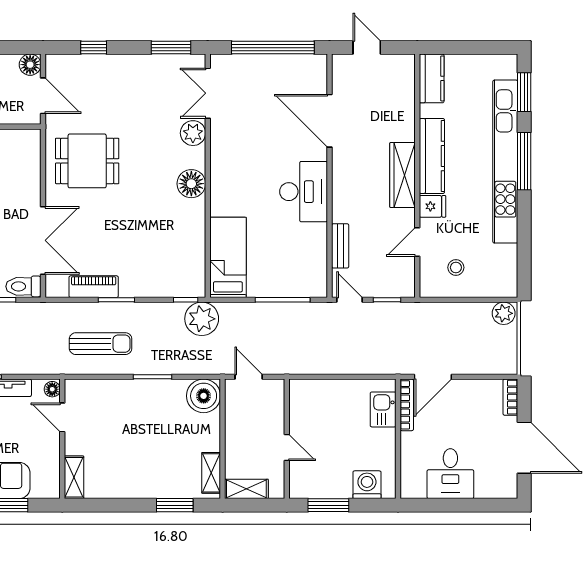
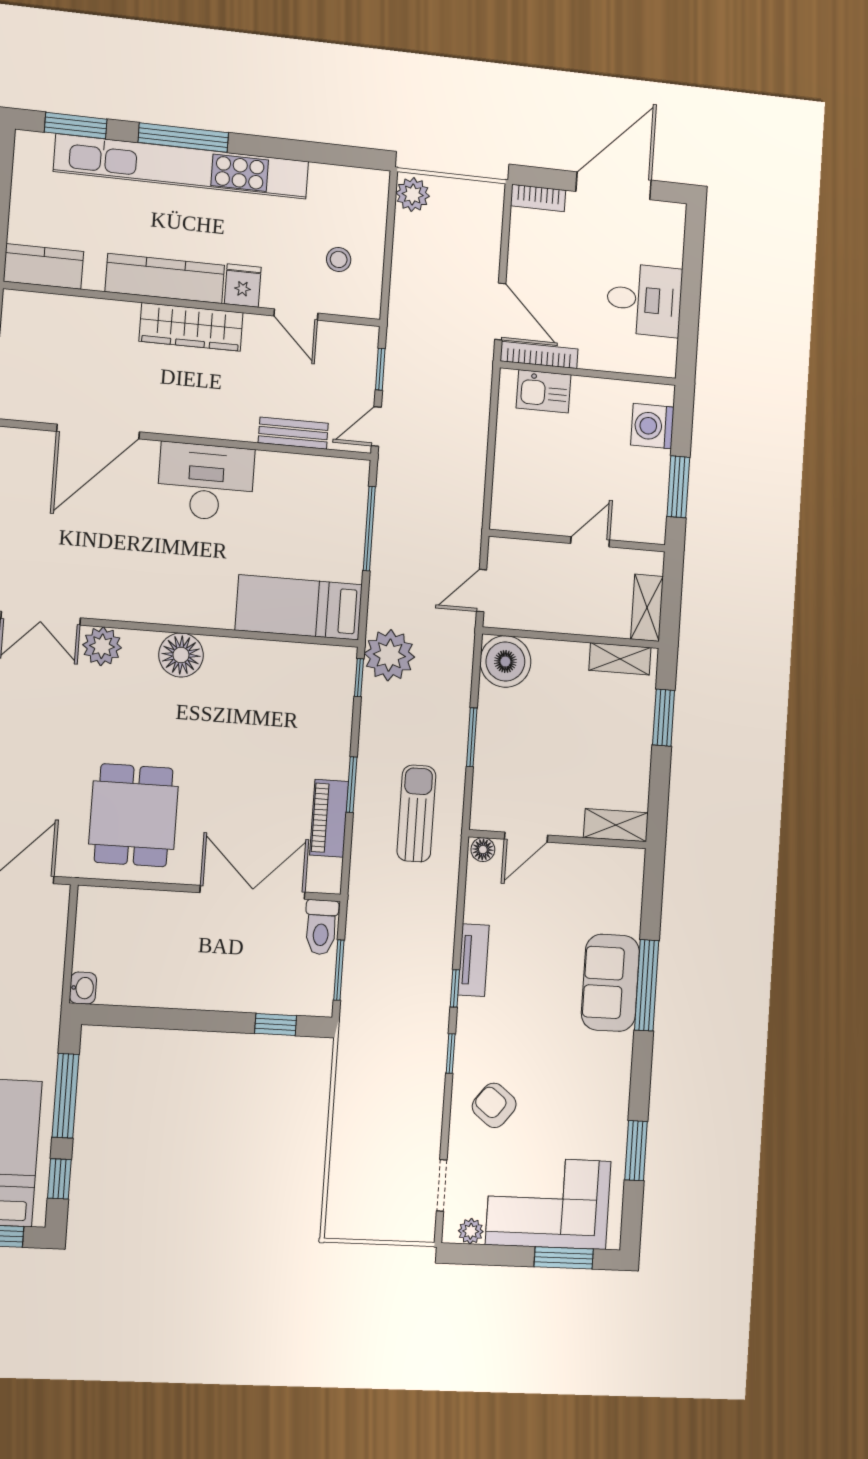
floor lamp: (52, 389) -> (483, 850), moved
door: (62, 417) -> (526, 837), moved
wall: (62, 439) -> (558, 839), moved
shelving: (74, 477) -> (616, 825), moved

